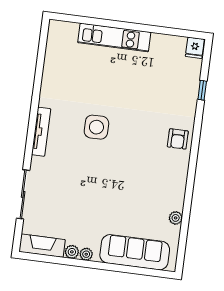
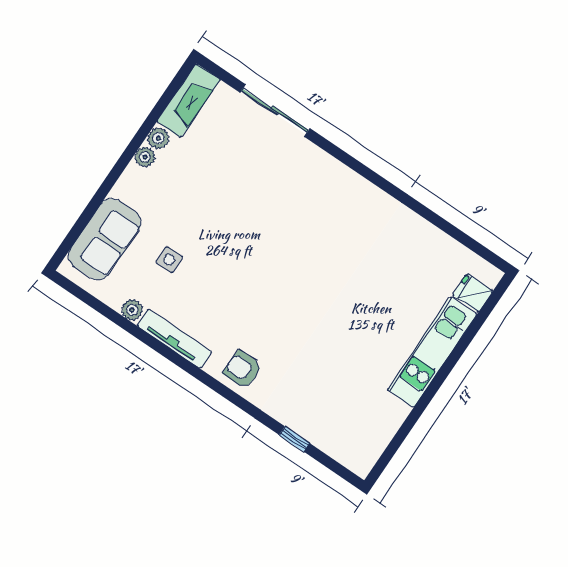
fridge: (195, 48) -> (473, 293), moved
side table: (96, 127) -> (169, 260), moved, width x0.54, depth x0.54
tv unit: (41, 132) -> (174, 339), moved, turned 180
sofa: (135, 252) -> (105, 239), width x0.73

